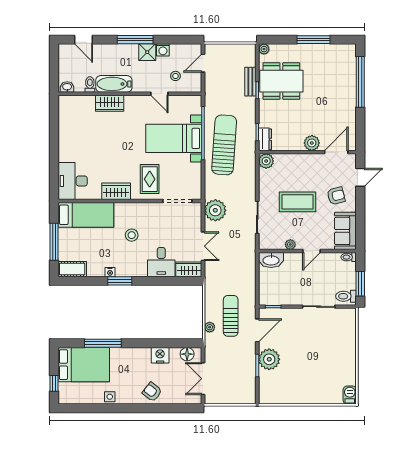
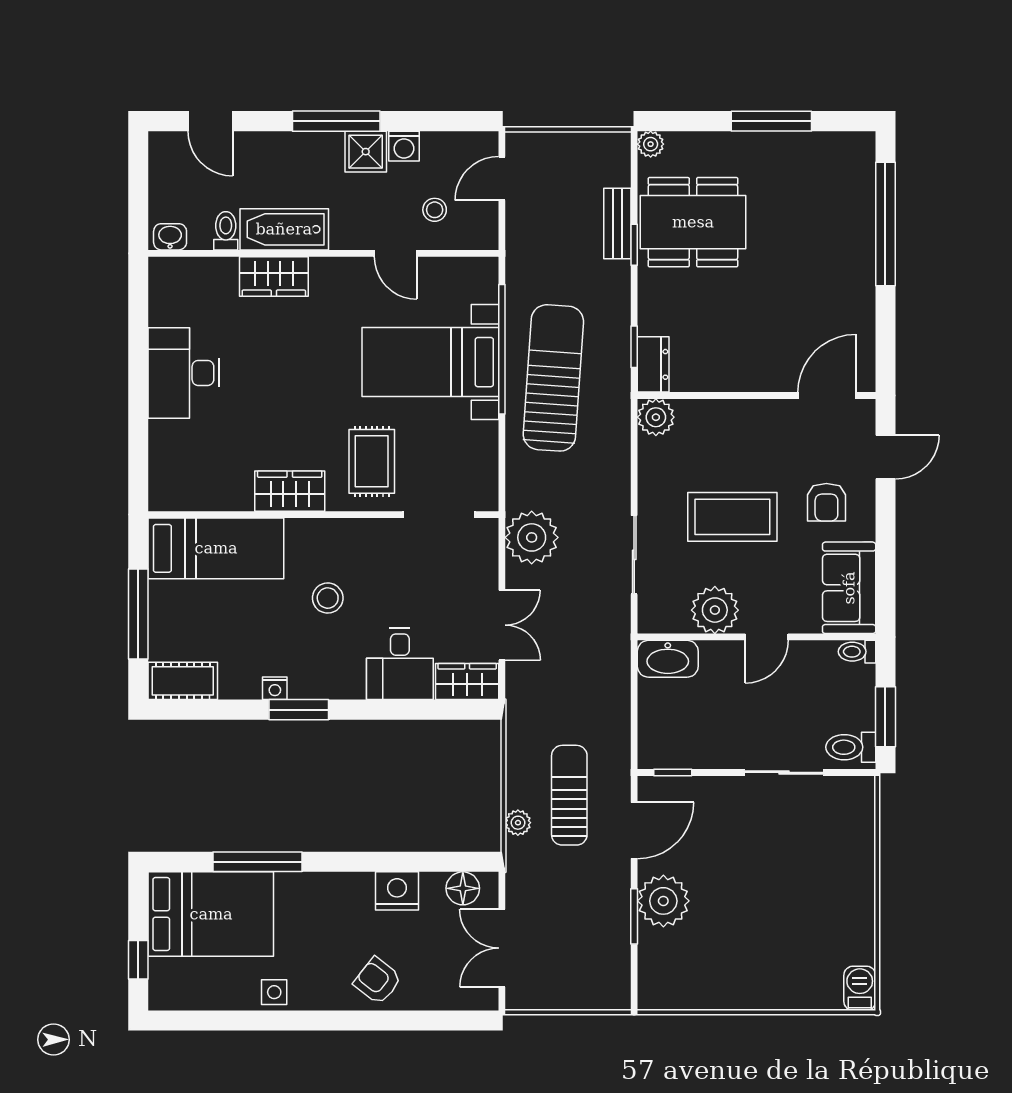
plant: (312, 143) -> (767, 373), removed
desk: (73, 181) -> (184, 373), moved
armchair: (336, 196) -> (826, 502), turned 104
plant: (290, 245) -> (715, 610), width x1.88, depth x1.88

